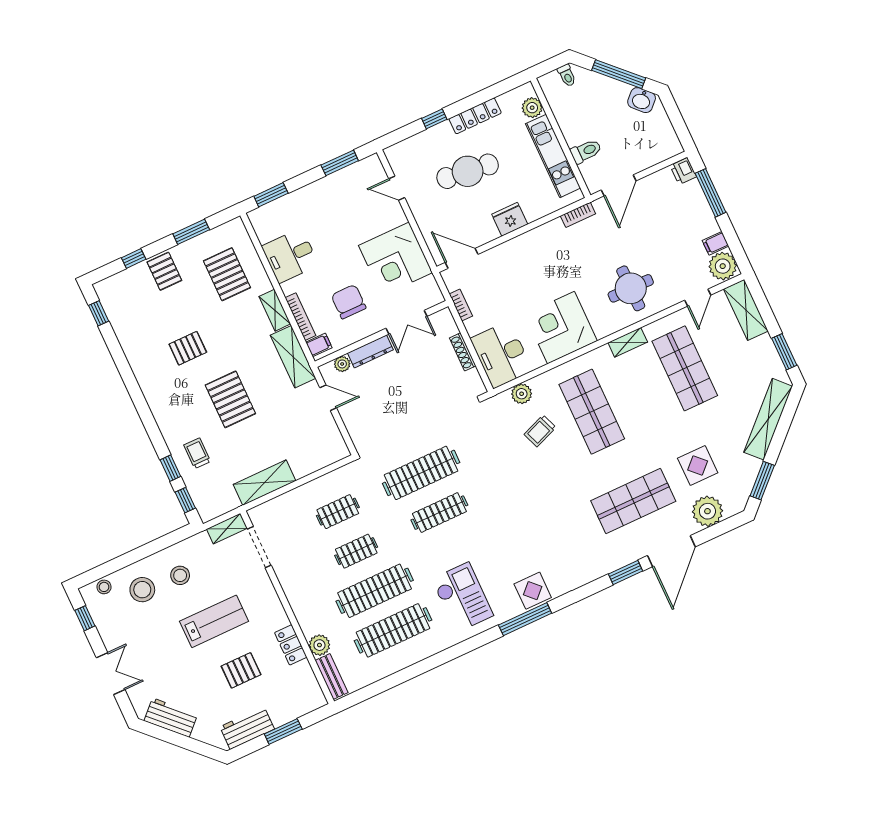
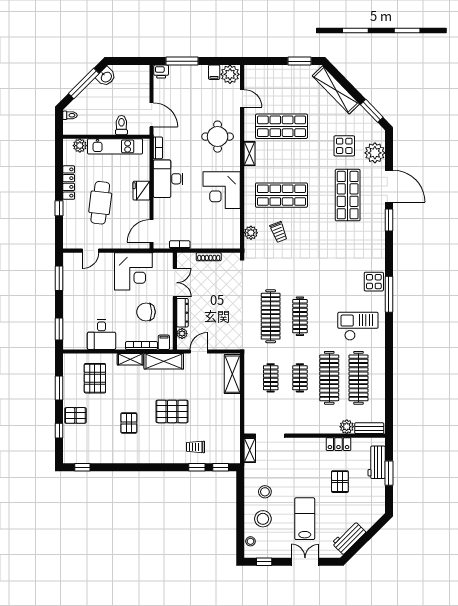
pallet: (227, 274) -> (95, 378), turned 90
shelving: (746, 310) -> (263, 73), removed
desk: (501, 355) -> (168, 179), moved, turned 90
shelving: (265, 483) -> (232, 374), moved
lab bench: (214, 621) -> (305, 519), moved
workbench: (247, 728) -> (377, 462), moved

